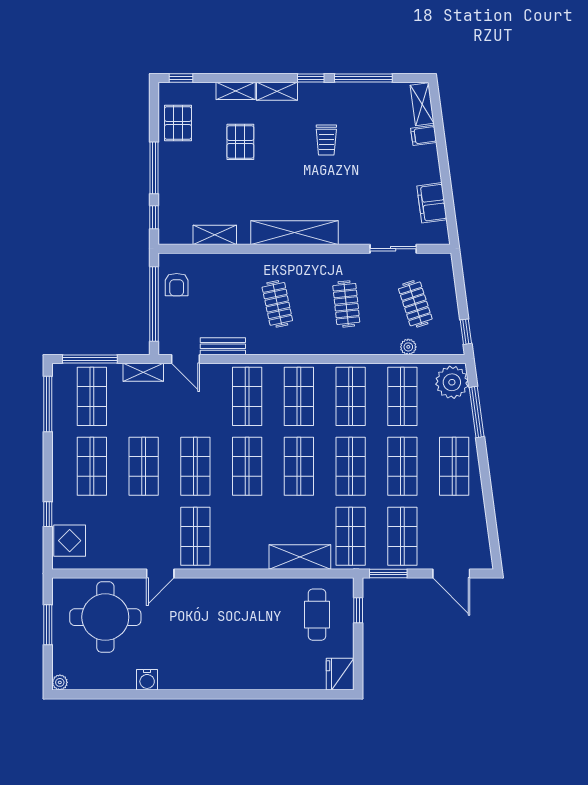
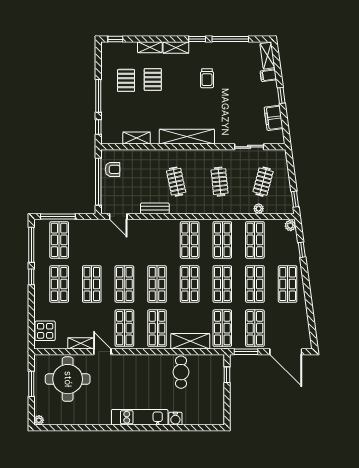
pallet: (178, 123) -> (126, 80), moved
window: (444, 167) -> (281, 95), added
armchair: (177, 285) -> (113, 169), turned -90
clothes rail: (415, 304) -> (263, 182), turned 33
bench: (223, 346) -> (155, 208), moved
shelving: (143, 372) -> (81, 343), moved
plant: (452, 382) -> (290, 226), width x0.53, depth x0.53
shop shelf: (247, 396) -> (157, 328), moved
window: (477, 412) -> (302, 250), width x0.46
window: (48, 514) -> (31, 277), moved
door: (160, 574) -> (102, 352), swing flipped
door: (451, 574) -> (286, 352), width x1.36
cafe table: (317, 615) -> (181, 372), moved
fridge: (340, 674) -> (216, 415), removed
kitchen unit: (220, 678) -> (140, 417), added
water cooler: (147, 680) -> (175, 419), moved

